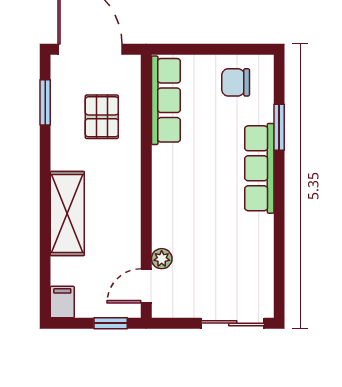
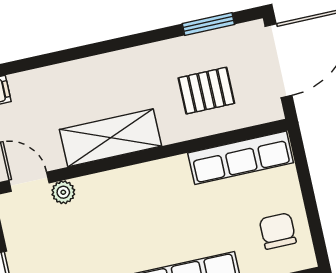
shelving: (67, 214) -> (110, 138), moved

